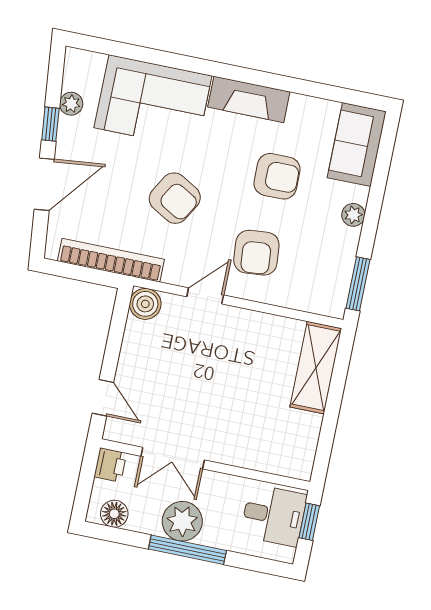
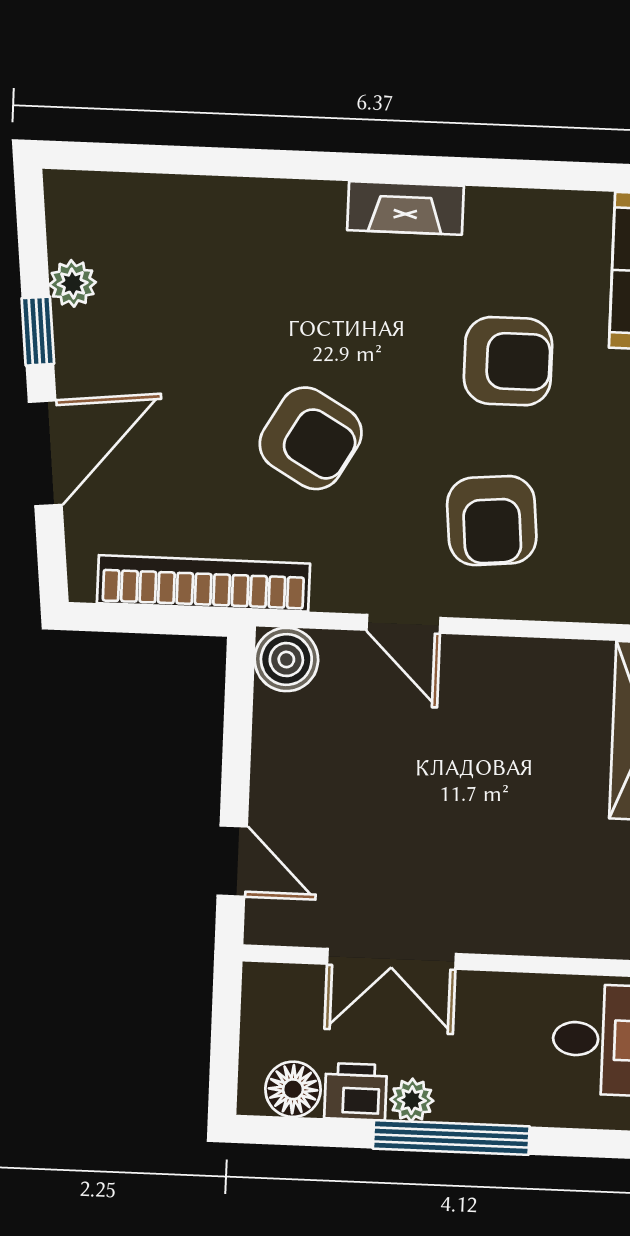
fireplace: (249, 99) -> (406, 208), width x0.73, depth x0.76
corner sofa: (153, 102) -> (235, 253), removed
door: (205, 296) -> (404, 624), swing flipped
printer: (110, 465) -> (356, 1092), moved, turned -90
plant: (182, 521) -> (412, 1100), width x0.53, depth x0.53

